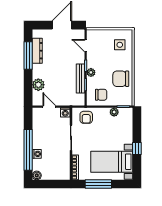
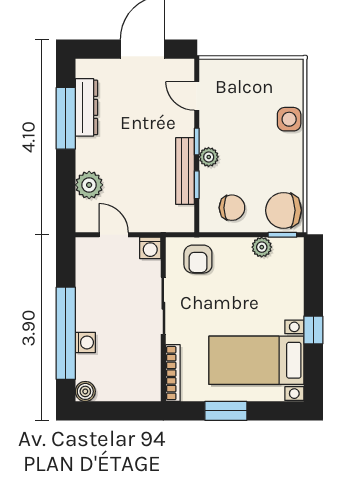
side table: (120, 45) -> (289, 119), moved
chair: (121, 79) -> (284, 210), moved
window: (98, 184) -> (226, 411), width x0.69

